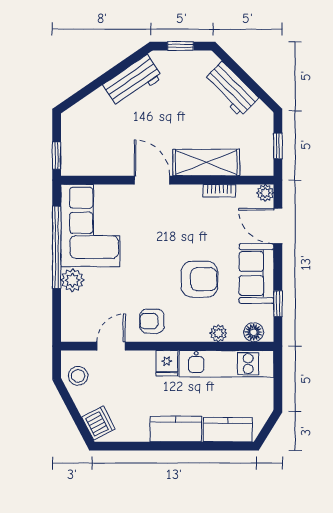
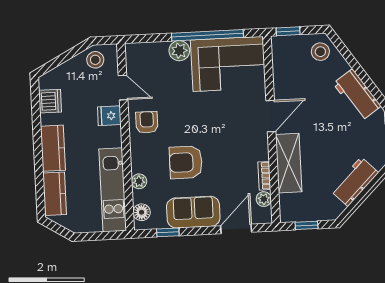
stool: (82, 120) -> (320, 52), added
plant: (265, 193) -> (264, 199), moved
armchair: (199, 279) -> (186, 162), turned 90
fridge: (167, 363) -> (109, 116), moved
dishwasher: (98, 423) -> (50, 101), moved, turned -62

